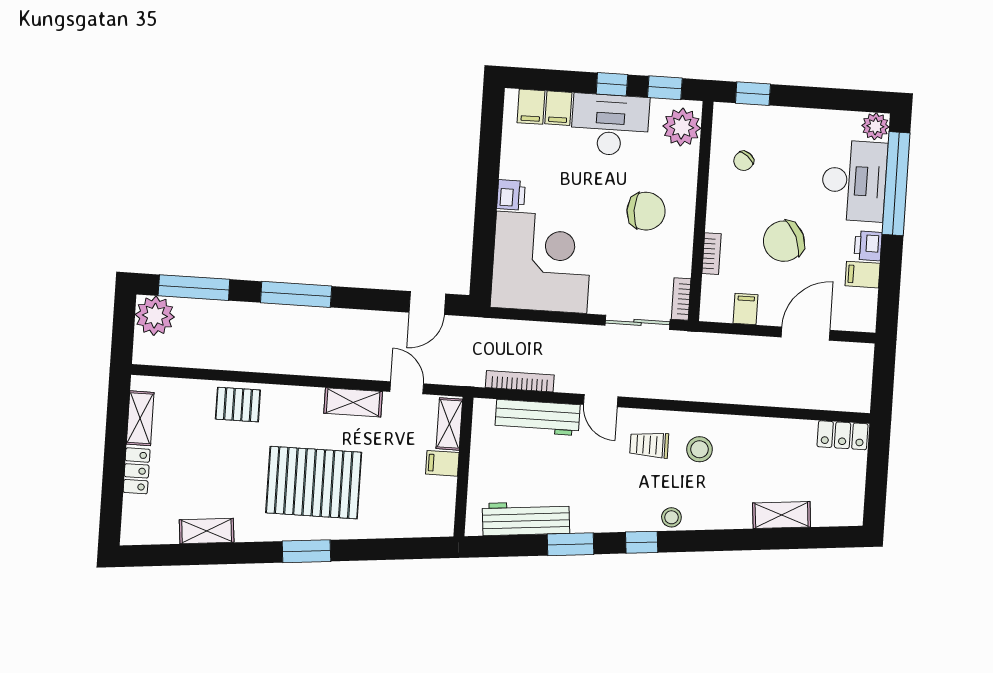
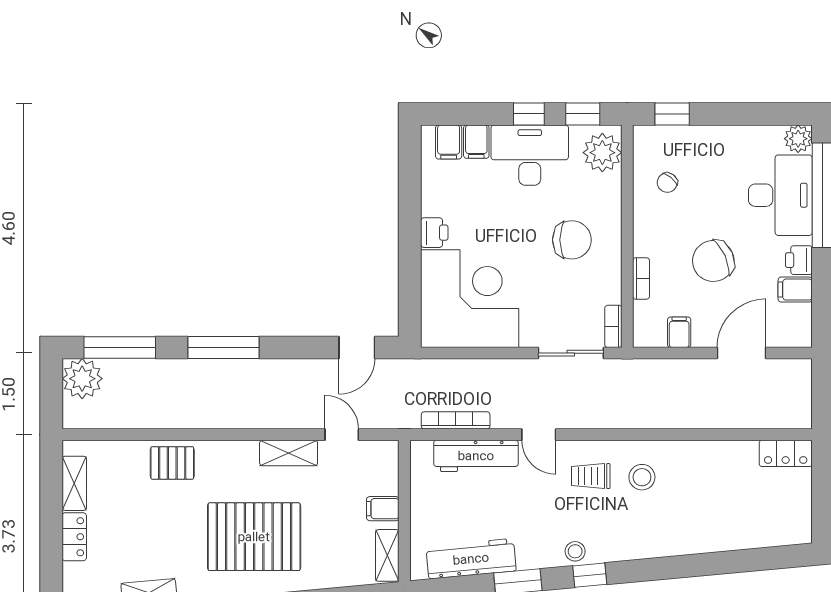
shelving: (449, 424) -> (387, 555), moved
shelving: (782, 515) -> (729, 538), removed
stool: (671, 517) -> (575, 551), moved

